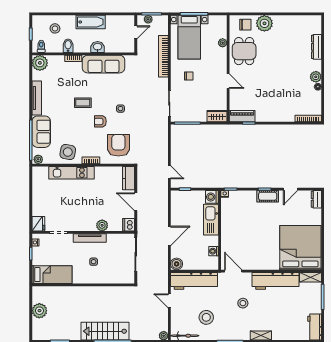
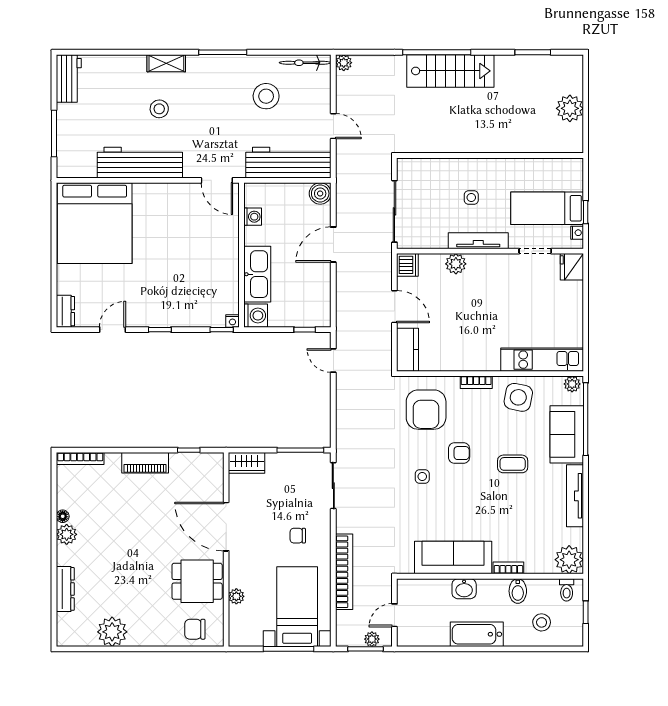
plant: (264, 23) -> (112, 632), moved
dining table: (244, 51) -> (197, 581), turned 90
door: (228, 81) -> (226, 527), width x1.88
coffee table: (83, 103) -> (513, 464), moved
piano: (242, 116) -> (145, 463), moved
kitchen unit: (72, 173) -> (542, 360), moved
cot: (268, 196) -> (154, 317), removed
bed: (52, 275) -> (547, 208), moved
shelving: (311, 277) -> (76, 169), removed
stool: (243, 303) -> (159, 109), moved

